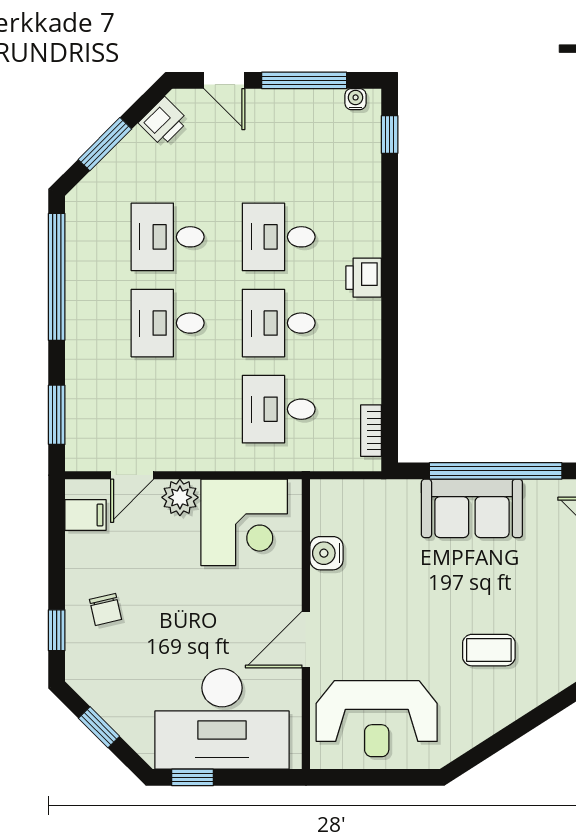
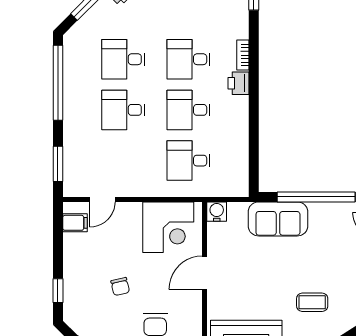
bookcase: (371, 431) -> (243, 55), moved
plant: (180, 497) -> (130, 213), removed
sofa: (472, 508) -> (278, 219), moved
water cooler: (326, 553) -> (217, 212), moved, turned 90
chair: (106, 609) -> (120, 287), moved
door: (306, 640) -> (205, 273), moved

